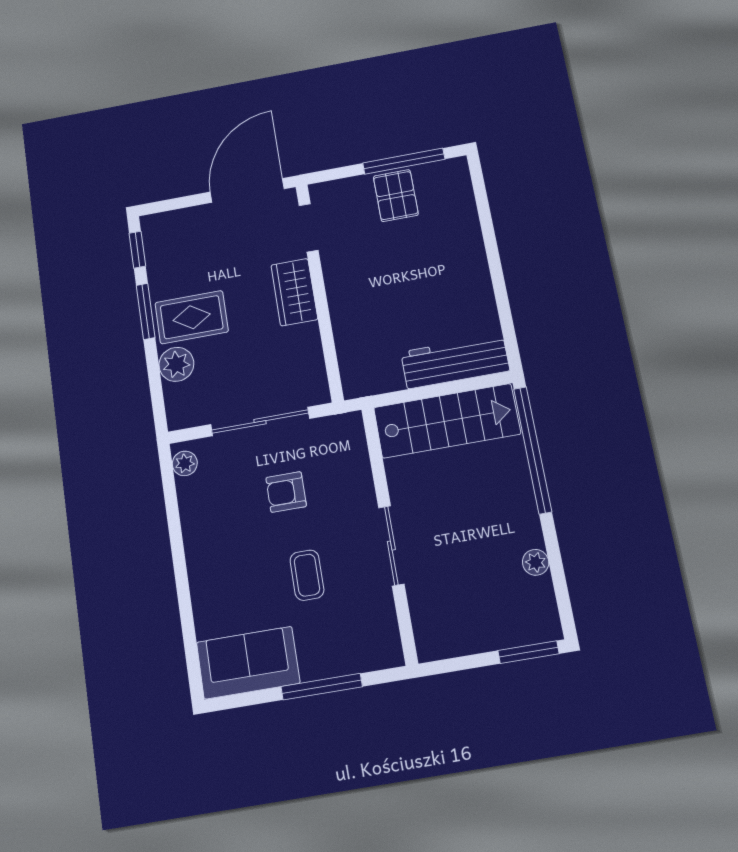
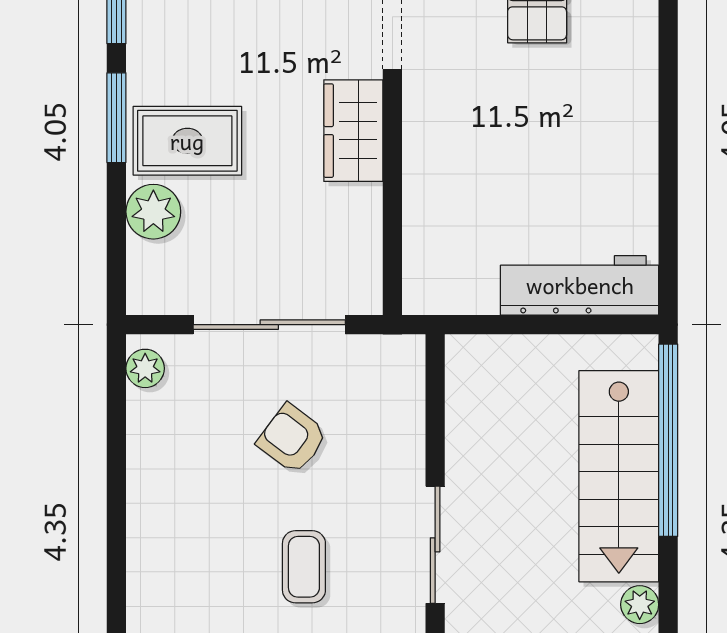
stairs: (447, 421) -> (619, 476), moved, turned 90
armchair: (286, 492) -> (292, 439), turned 37

